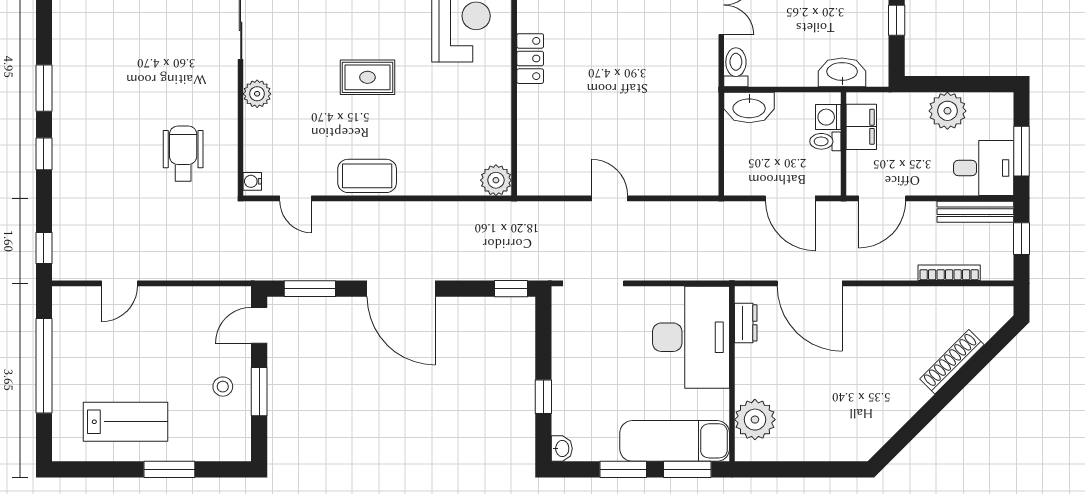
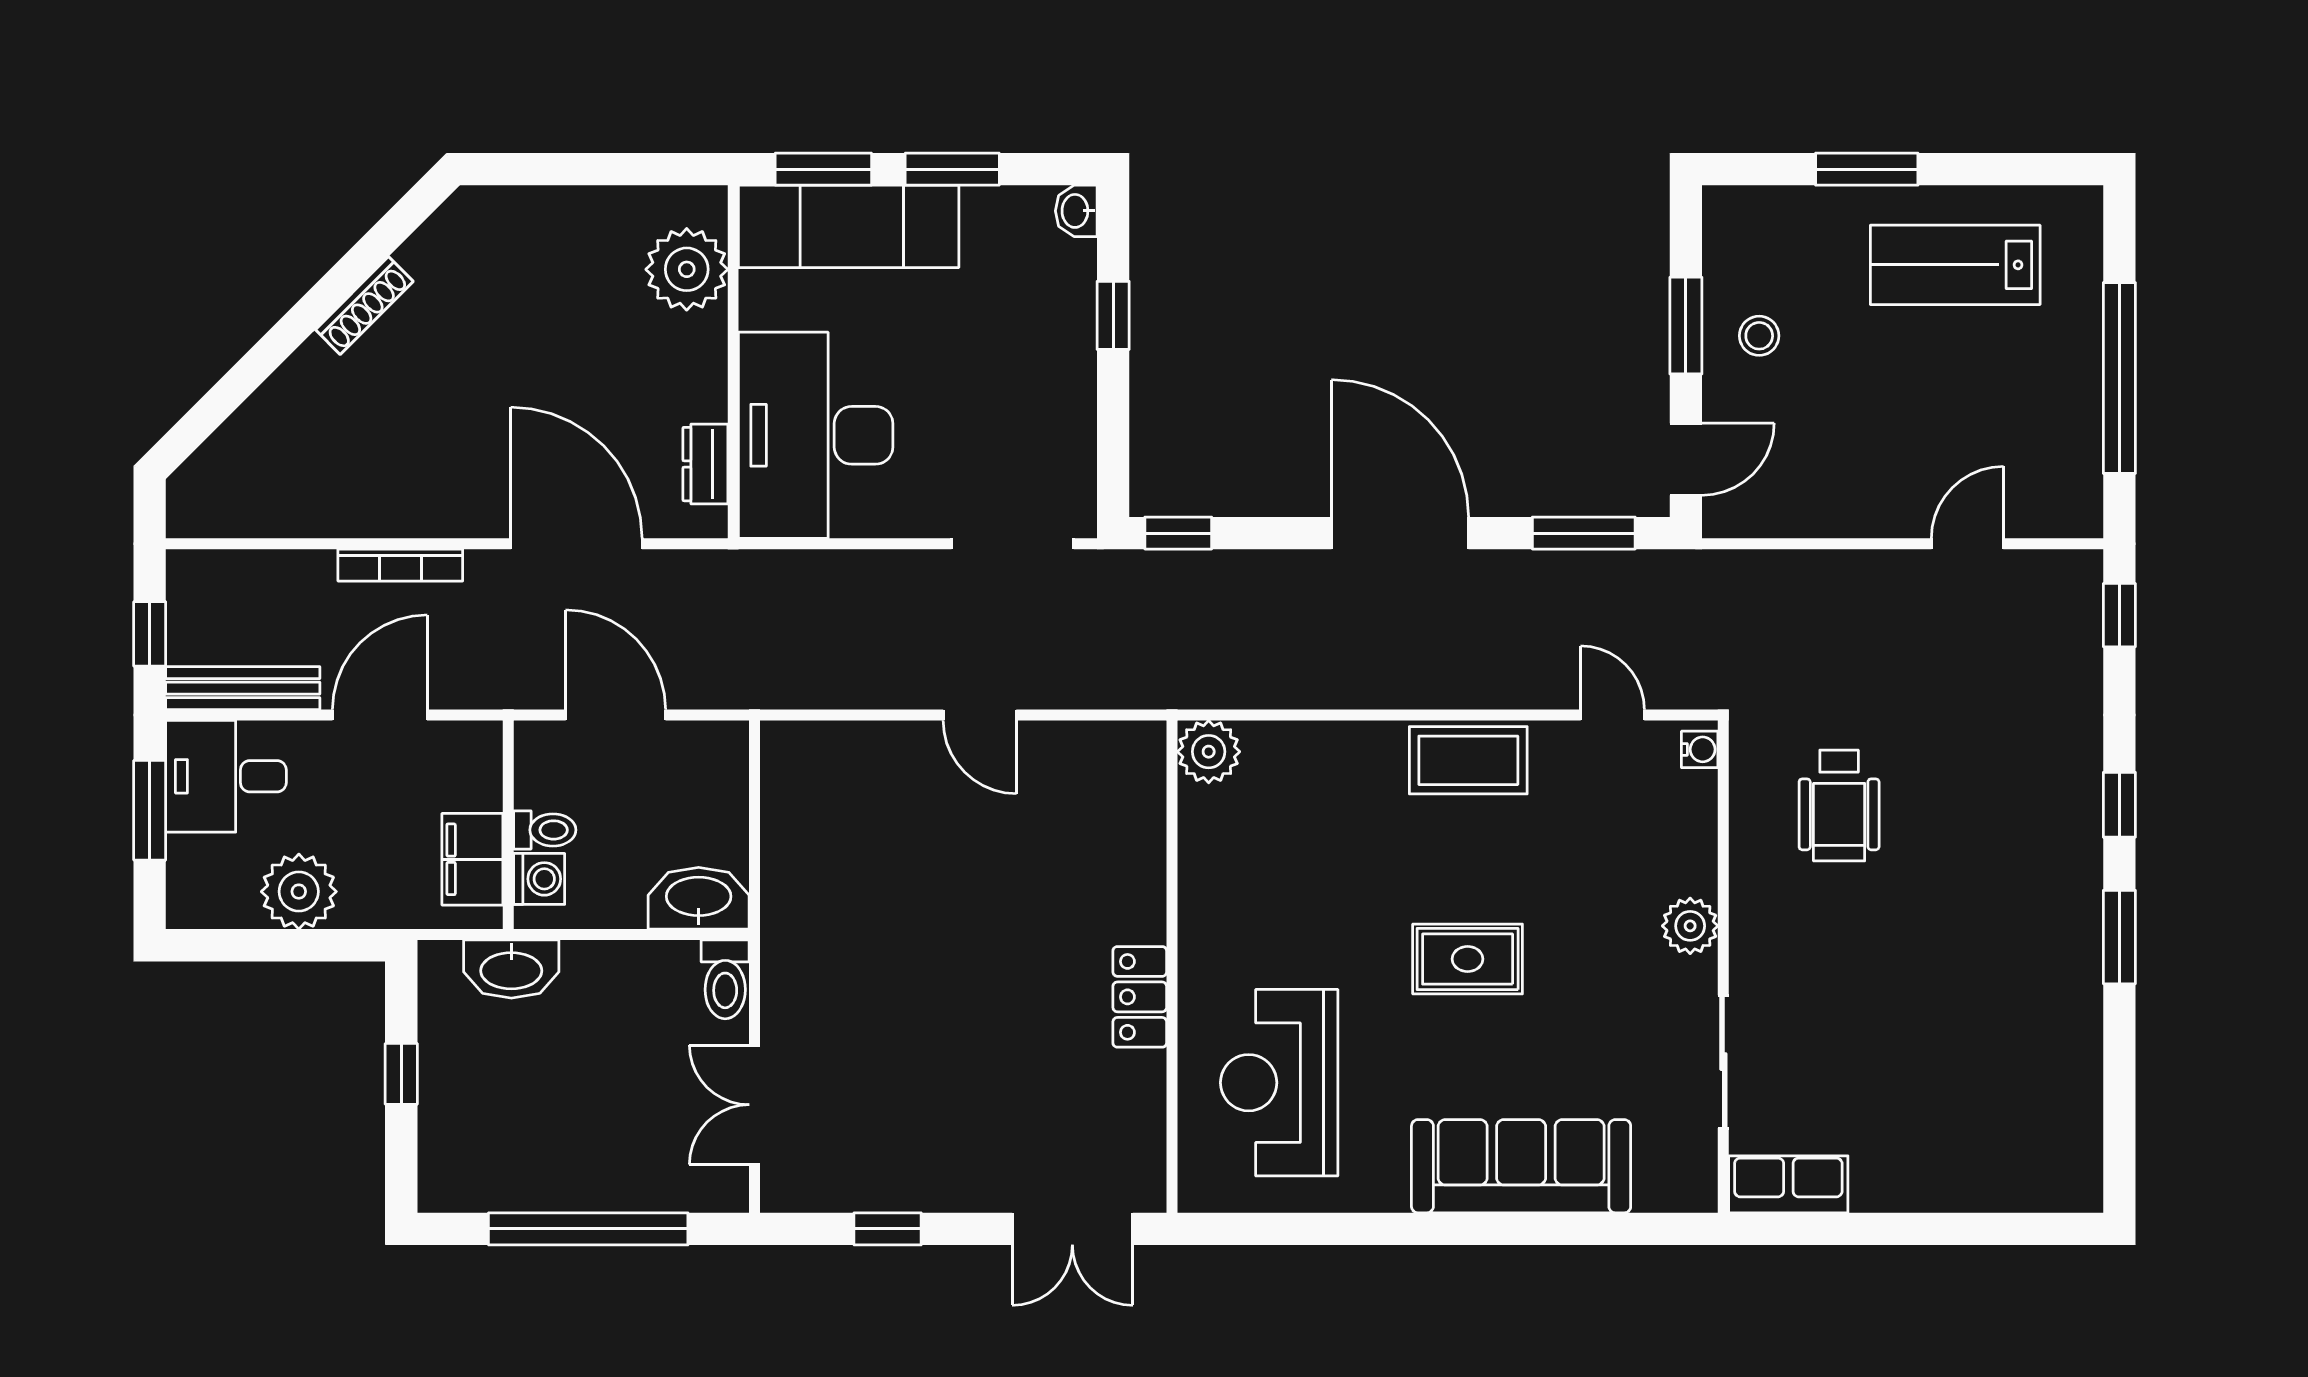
door: (882, 198) -> (380, 715), moved
bookcase: (949, 273) -> (400, 565), moved
shoe rack: (952, 362) -> (364, 305), moved, width x0.74, depth x0.81

